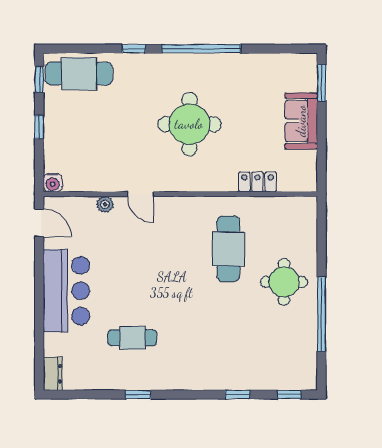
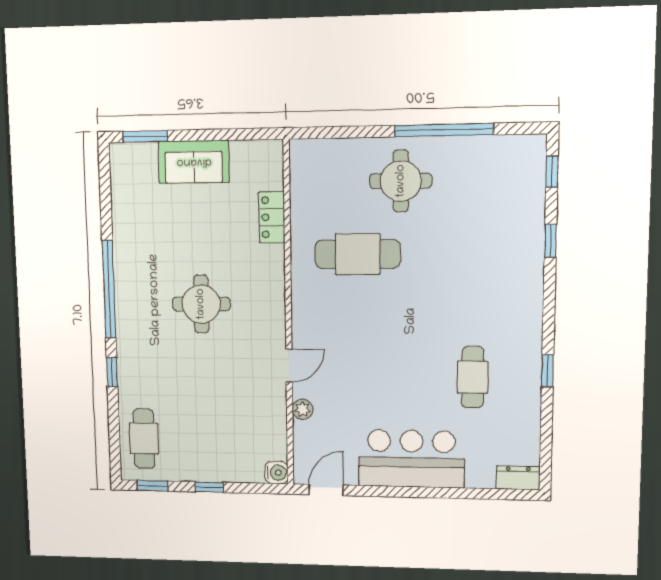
cafe table: (79, 74) -> (144, 439), width x0.73, depth x0.74
round table: (189, 124) -> (201, 304), width x0.73, depth x0.73

